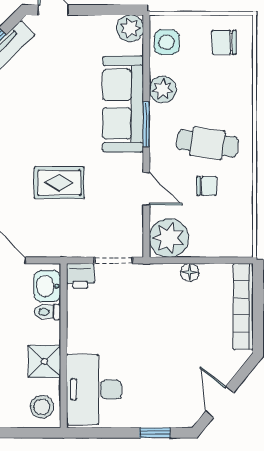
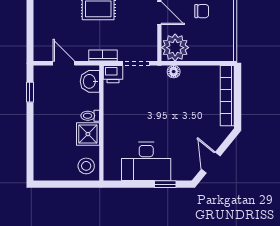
bookcase: (66, 249) -> (103, 56), added
floor lamp: (190, 272) -> (174, 72), moved
toilet: (48, 312) -> (90, 116), moved
desk: (94, 389) -> (146, 161), moved, turned -90

